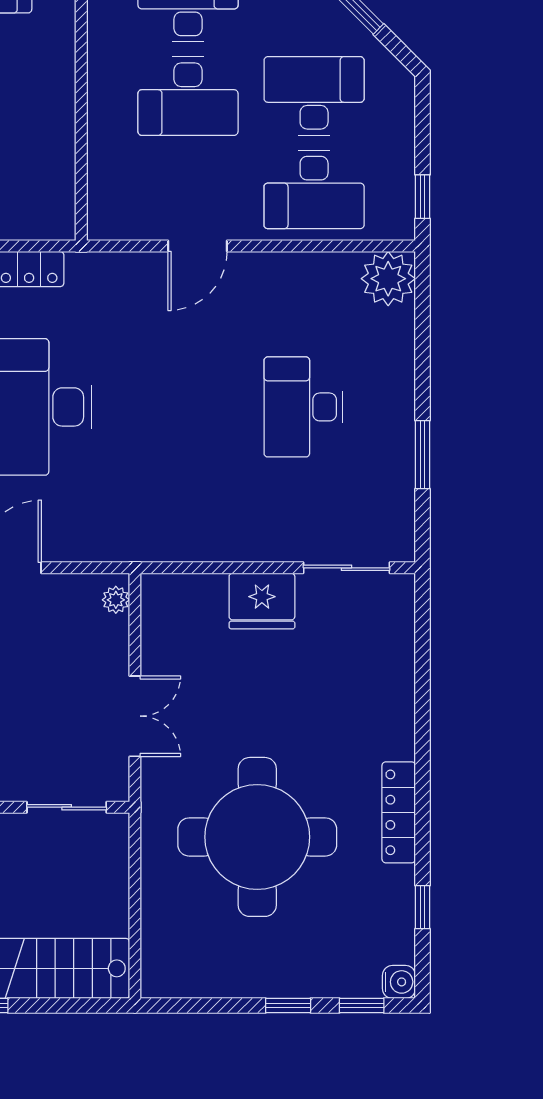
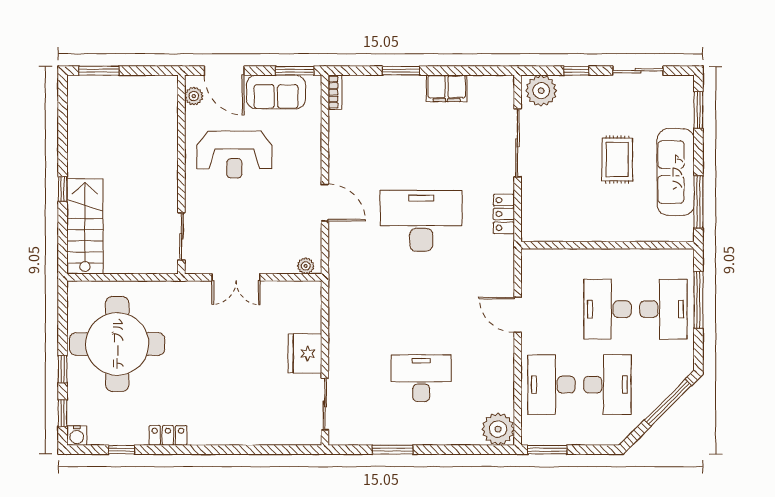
window: (423, 197) -> (547, 450), width x1.50
locker: (399, 812) -> (168, 435), width x0.66
round table: (257, 837) -> (117, 344), moved

